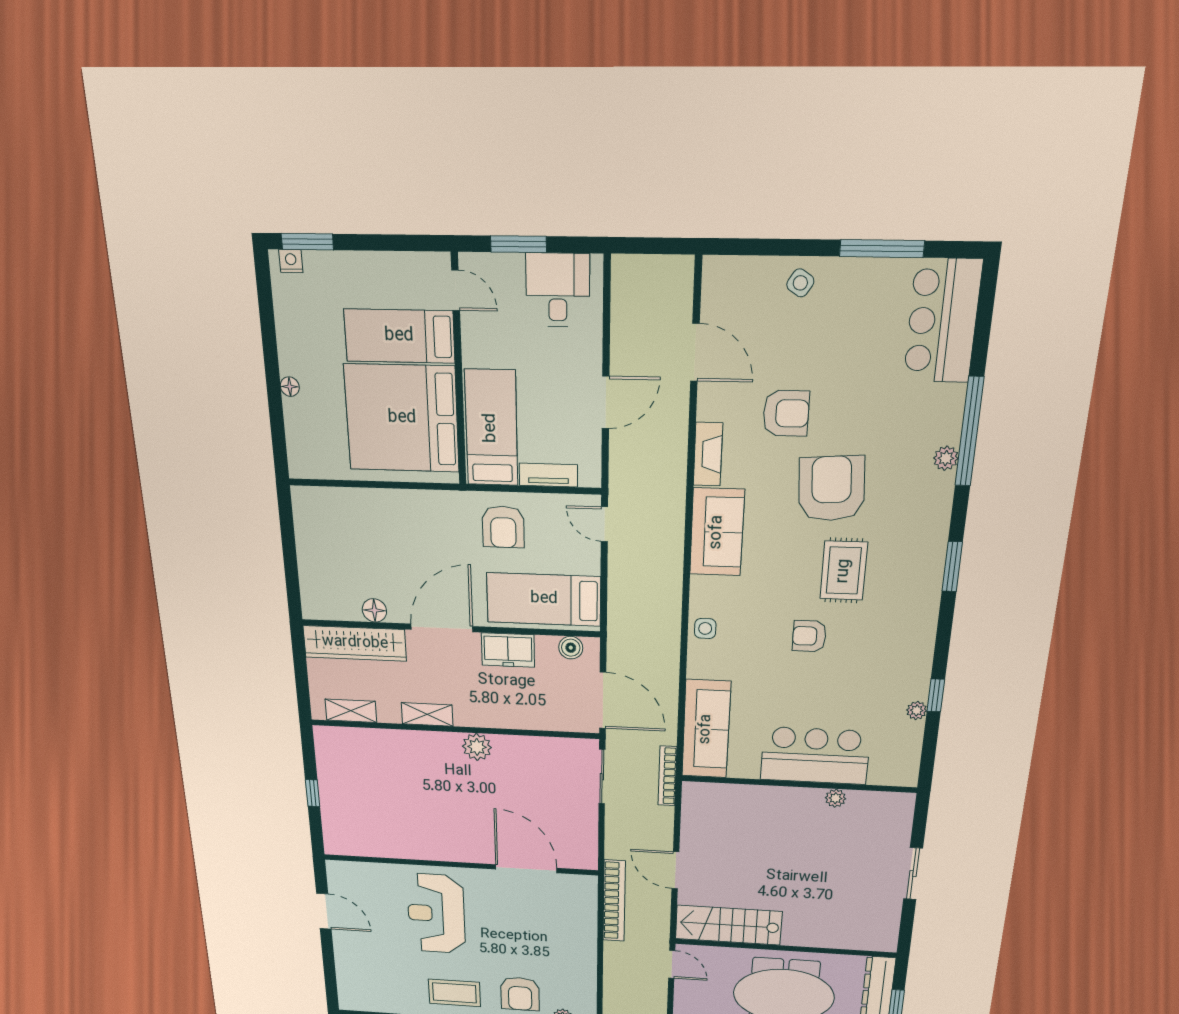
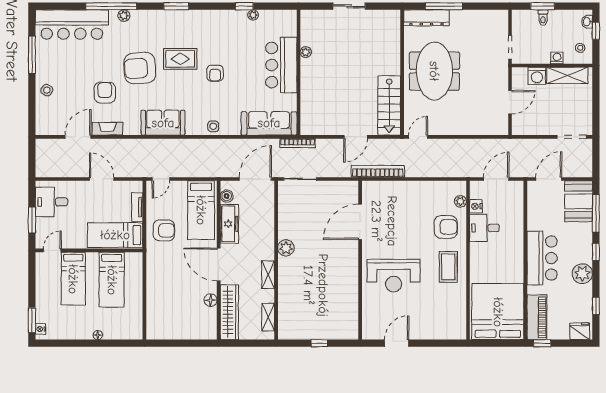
bar counter: (942, 321) -> (72, 25), width x1.36
bed: (402, 418) -> (112, 280), width x0.49
fireplace: (708, 454) -> (107, 129), moved
freezer: (508, 650) -> (229, 224), width x1.40

